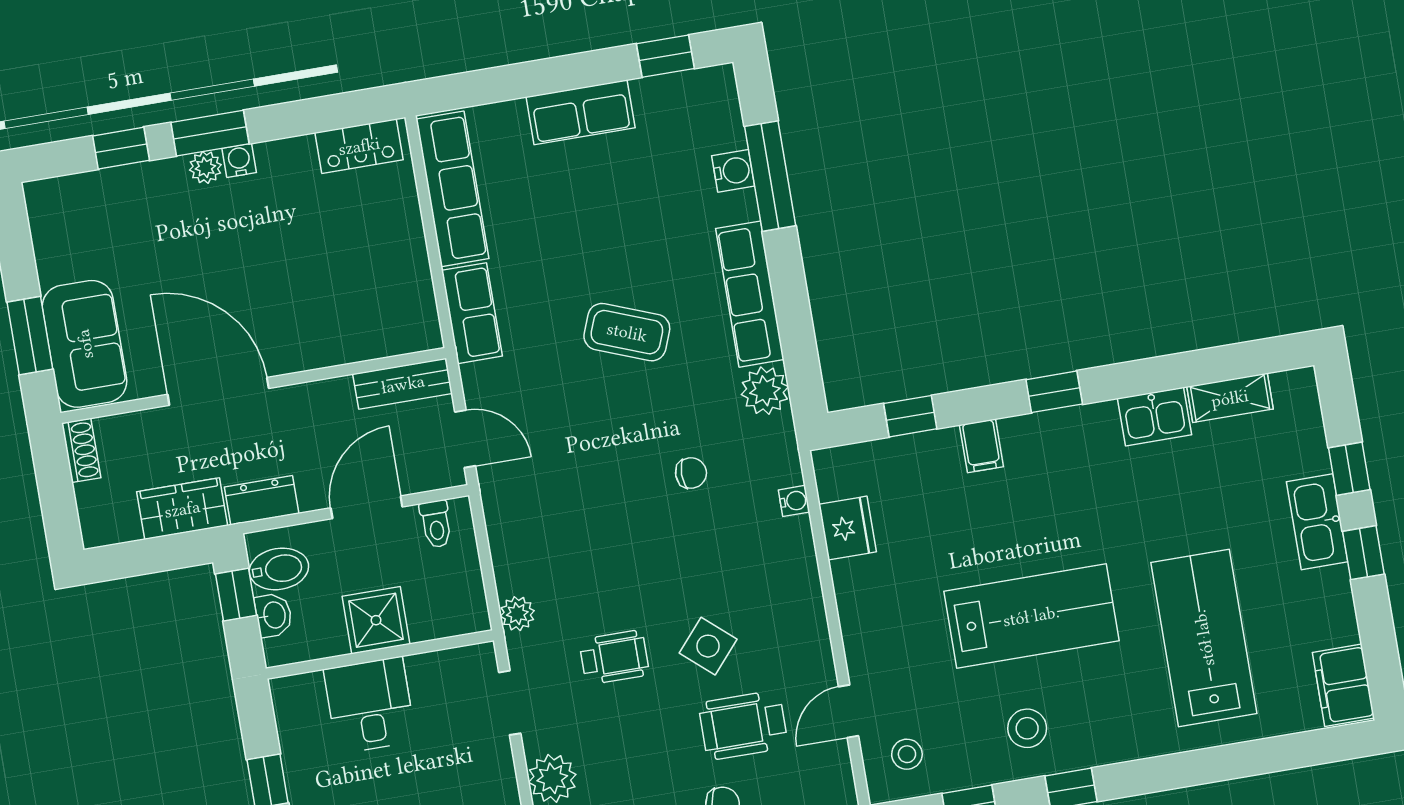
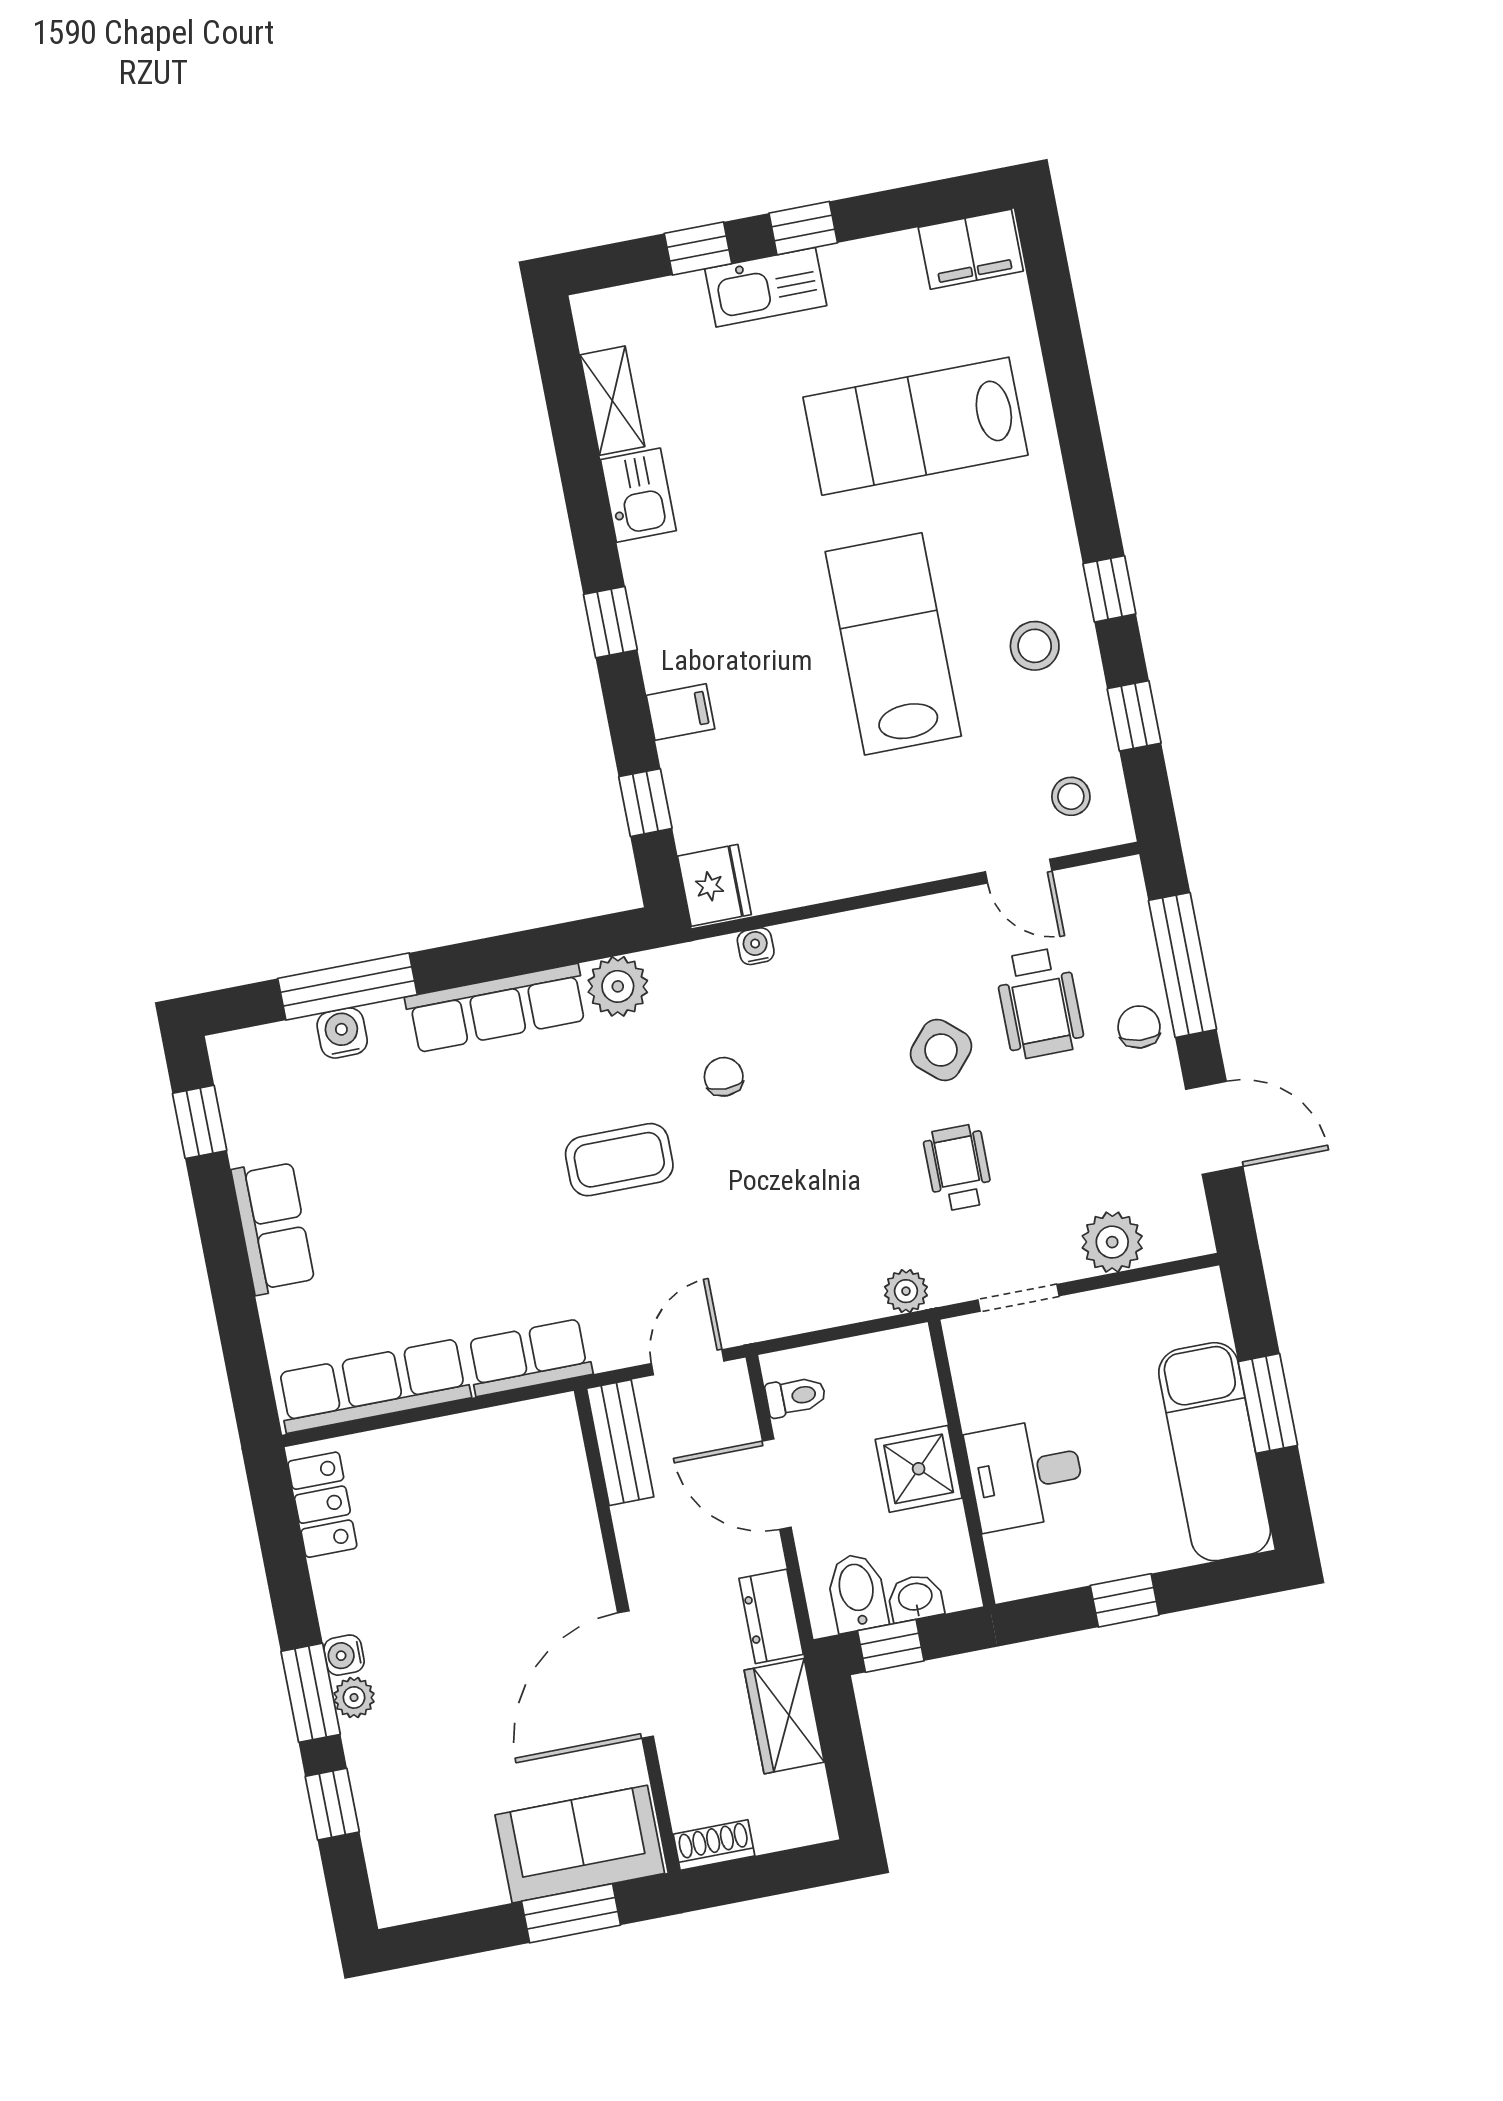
coffee table: (627, 332) -> (619, 1160), moved, turned 69
fridge: (848, 528) -> (714, 885), moved, turned 90

